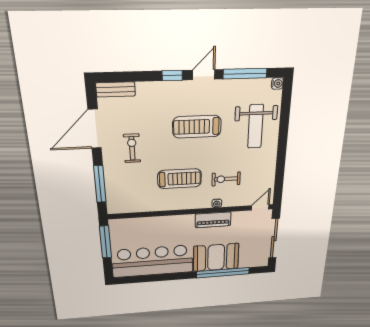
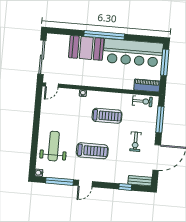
window: (172, 76) -> (125, 187), moved
treadmill: (180, 179) -> (107, 116), turned 180
exercise bike: (226, 179) -> (142, 101), moved
piano: (213, 220) -> (147, 85), moved
window: (105, 242) -> (165, 62), moved
window: (223, 273) -> (104, 35), moved

